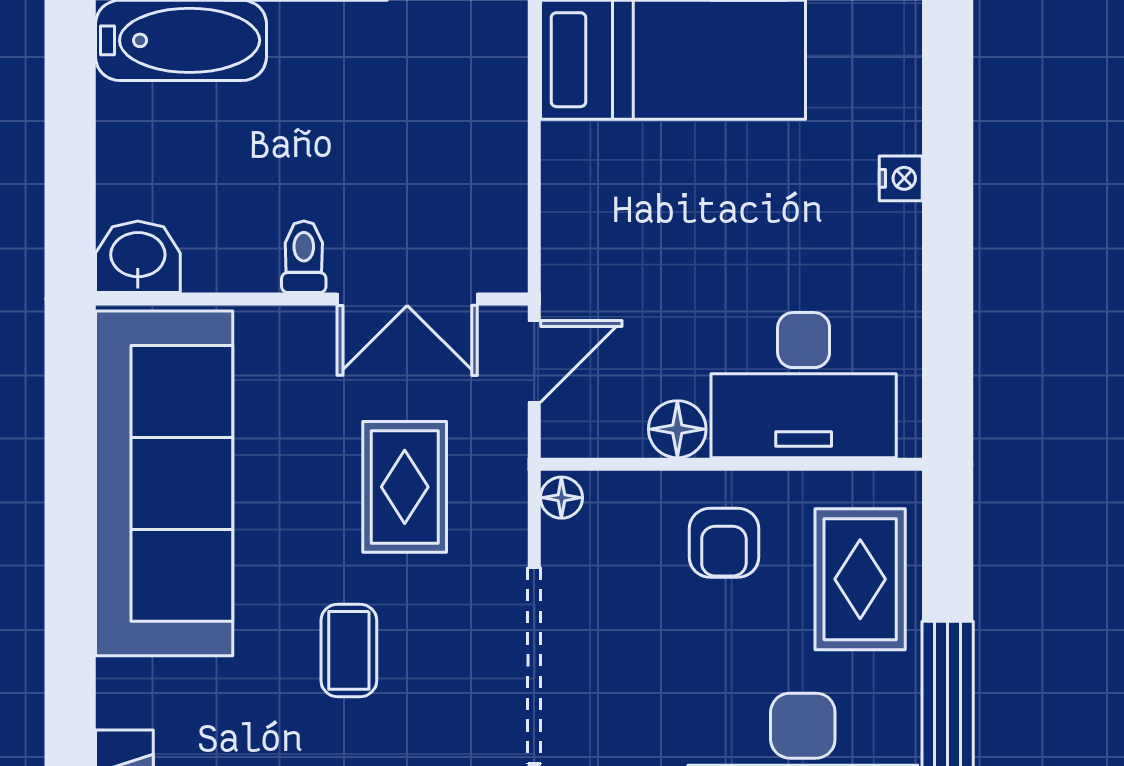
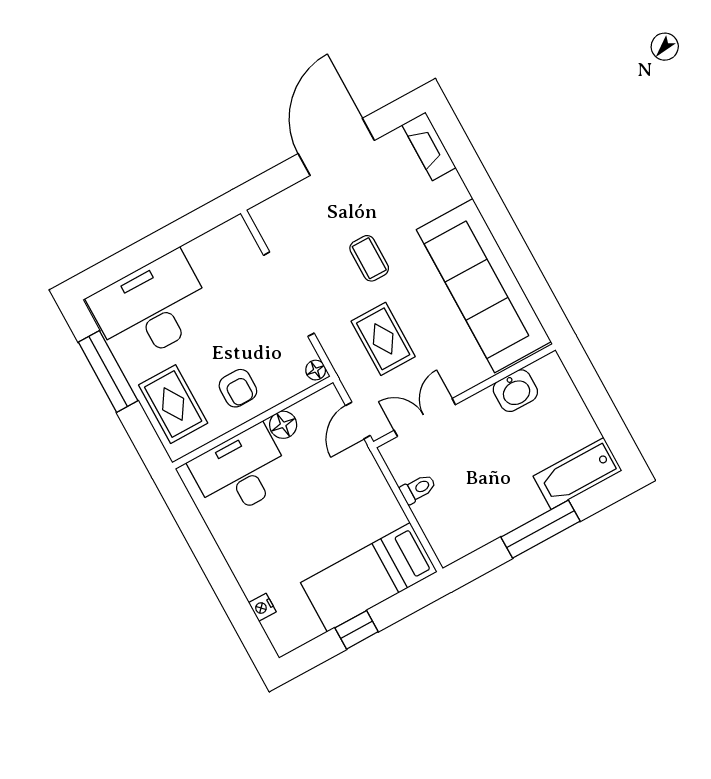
nightstand: (901, 178) -> (262, 607), moved
washbasin: (138, 257) -> (515, 391), moved
toilet: (304, 257) -> (418, 489), moved, turned -90
armchair: (724, 543) -> (238, 388), turned 180

